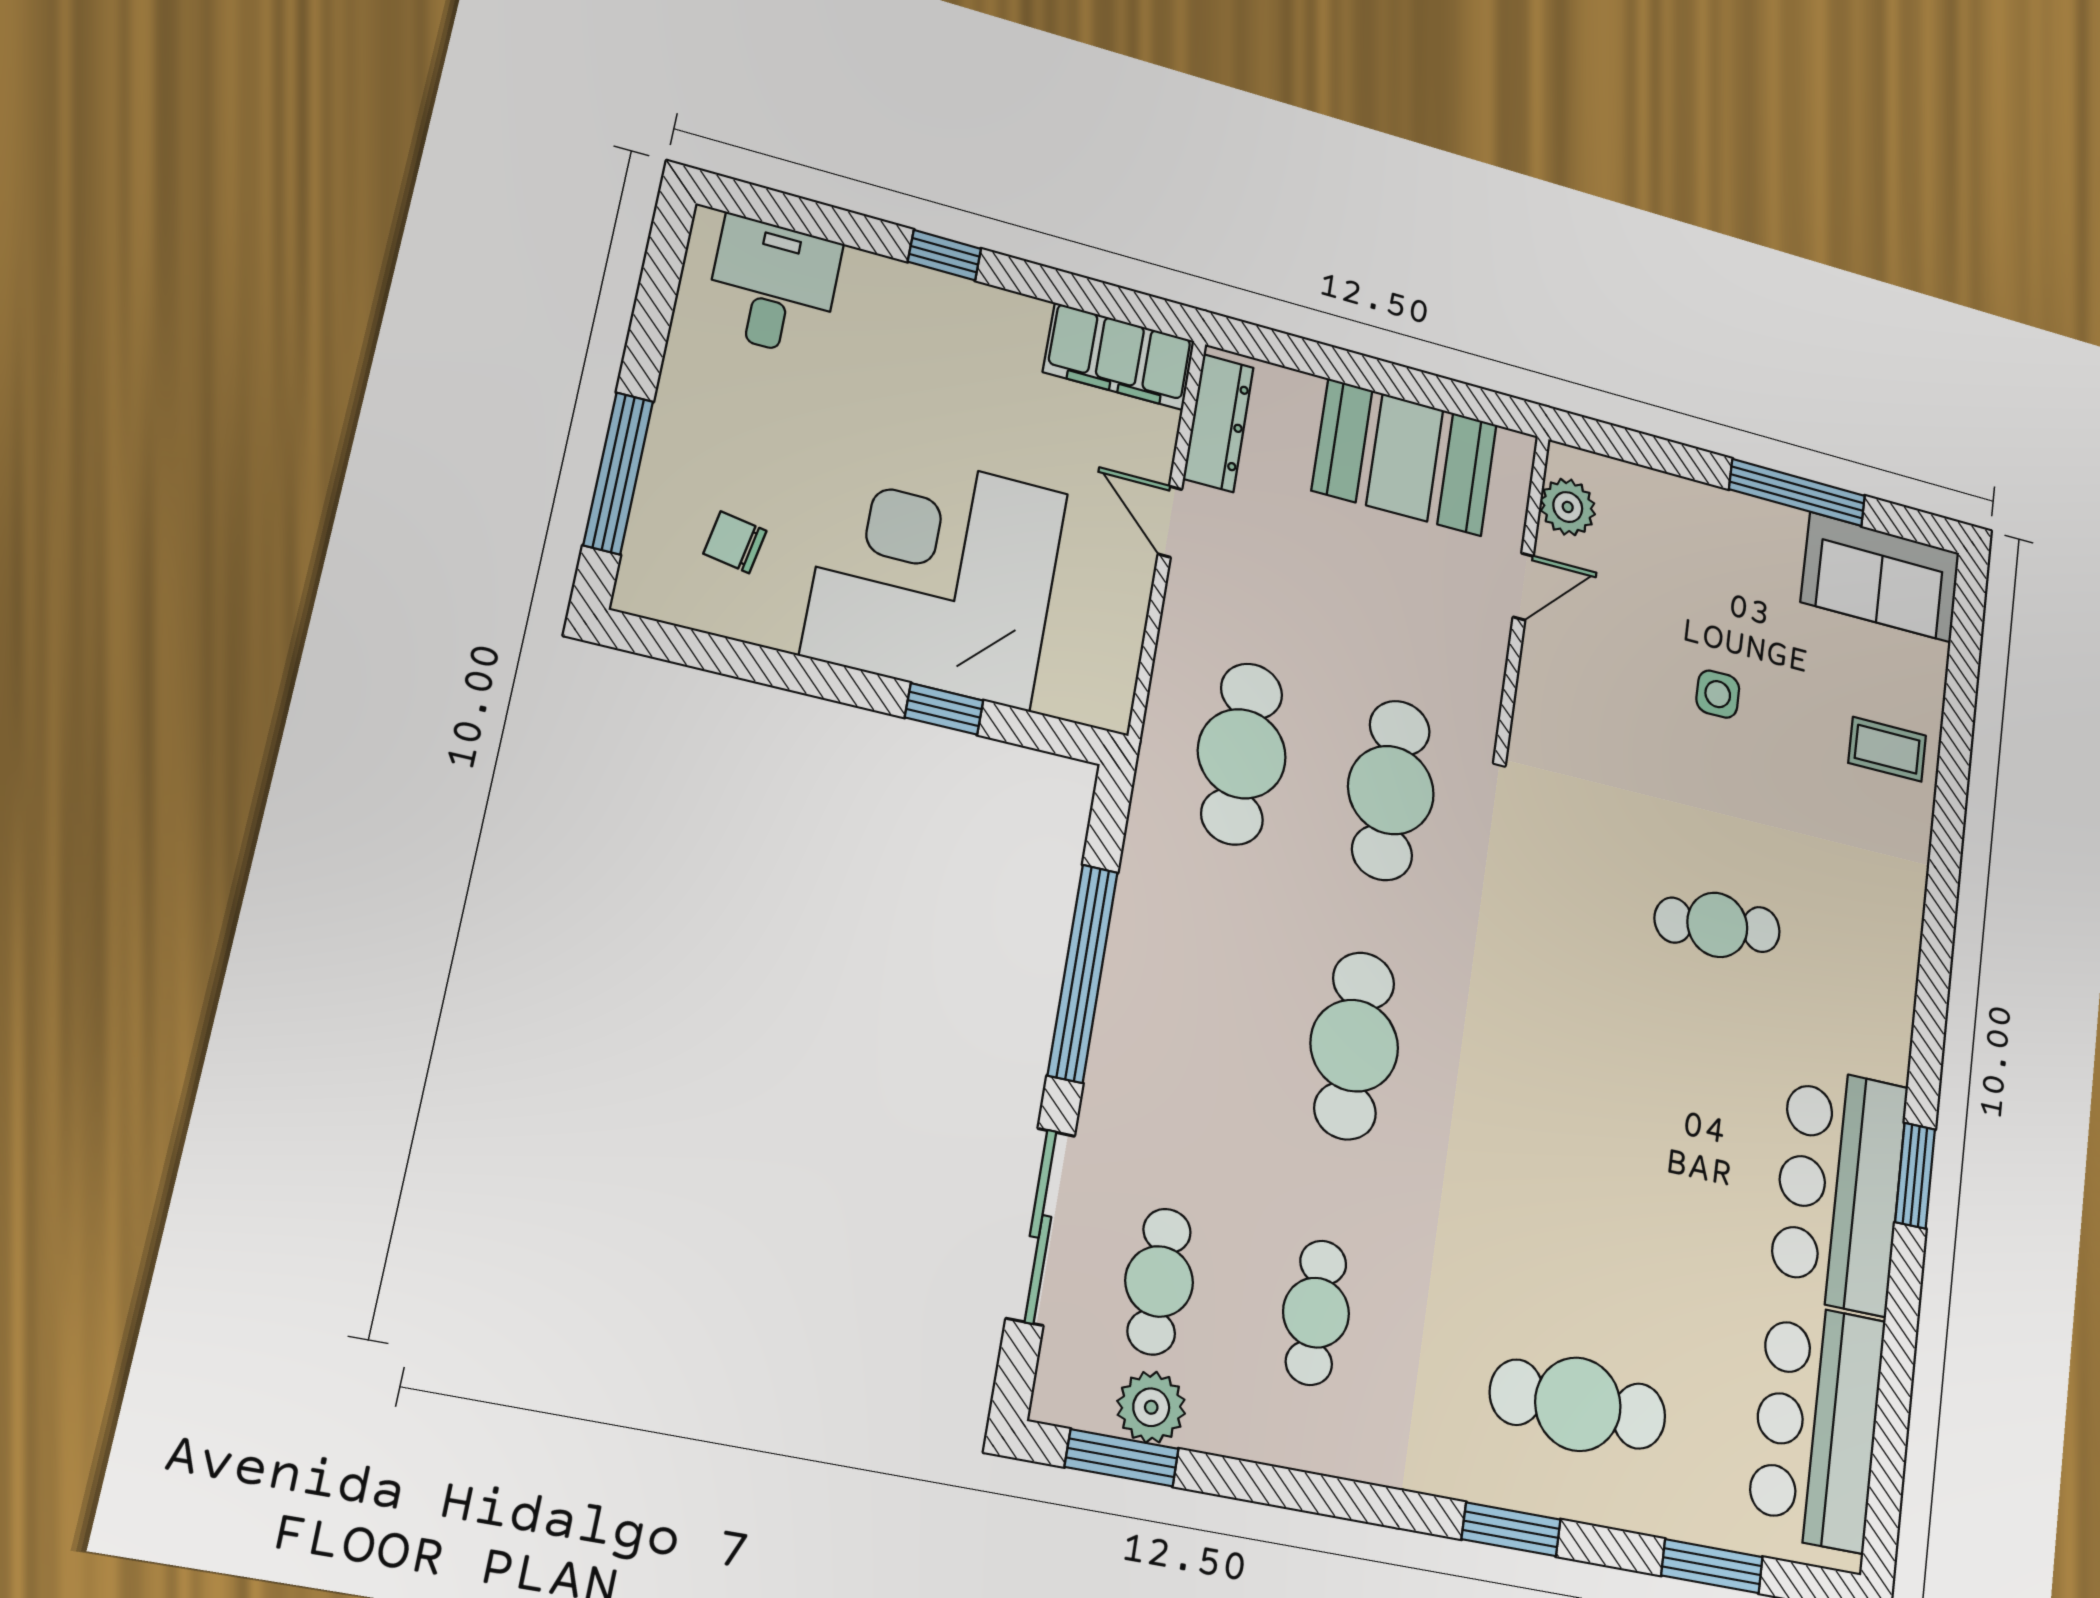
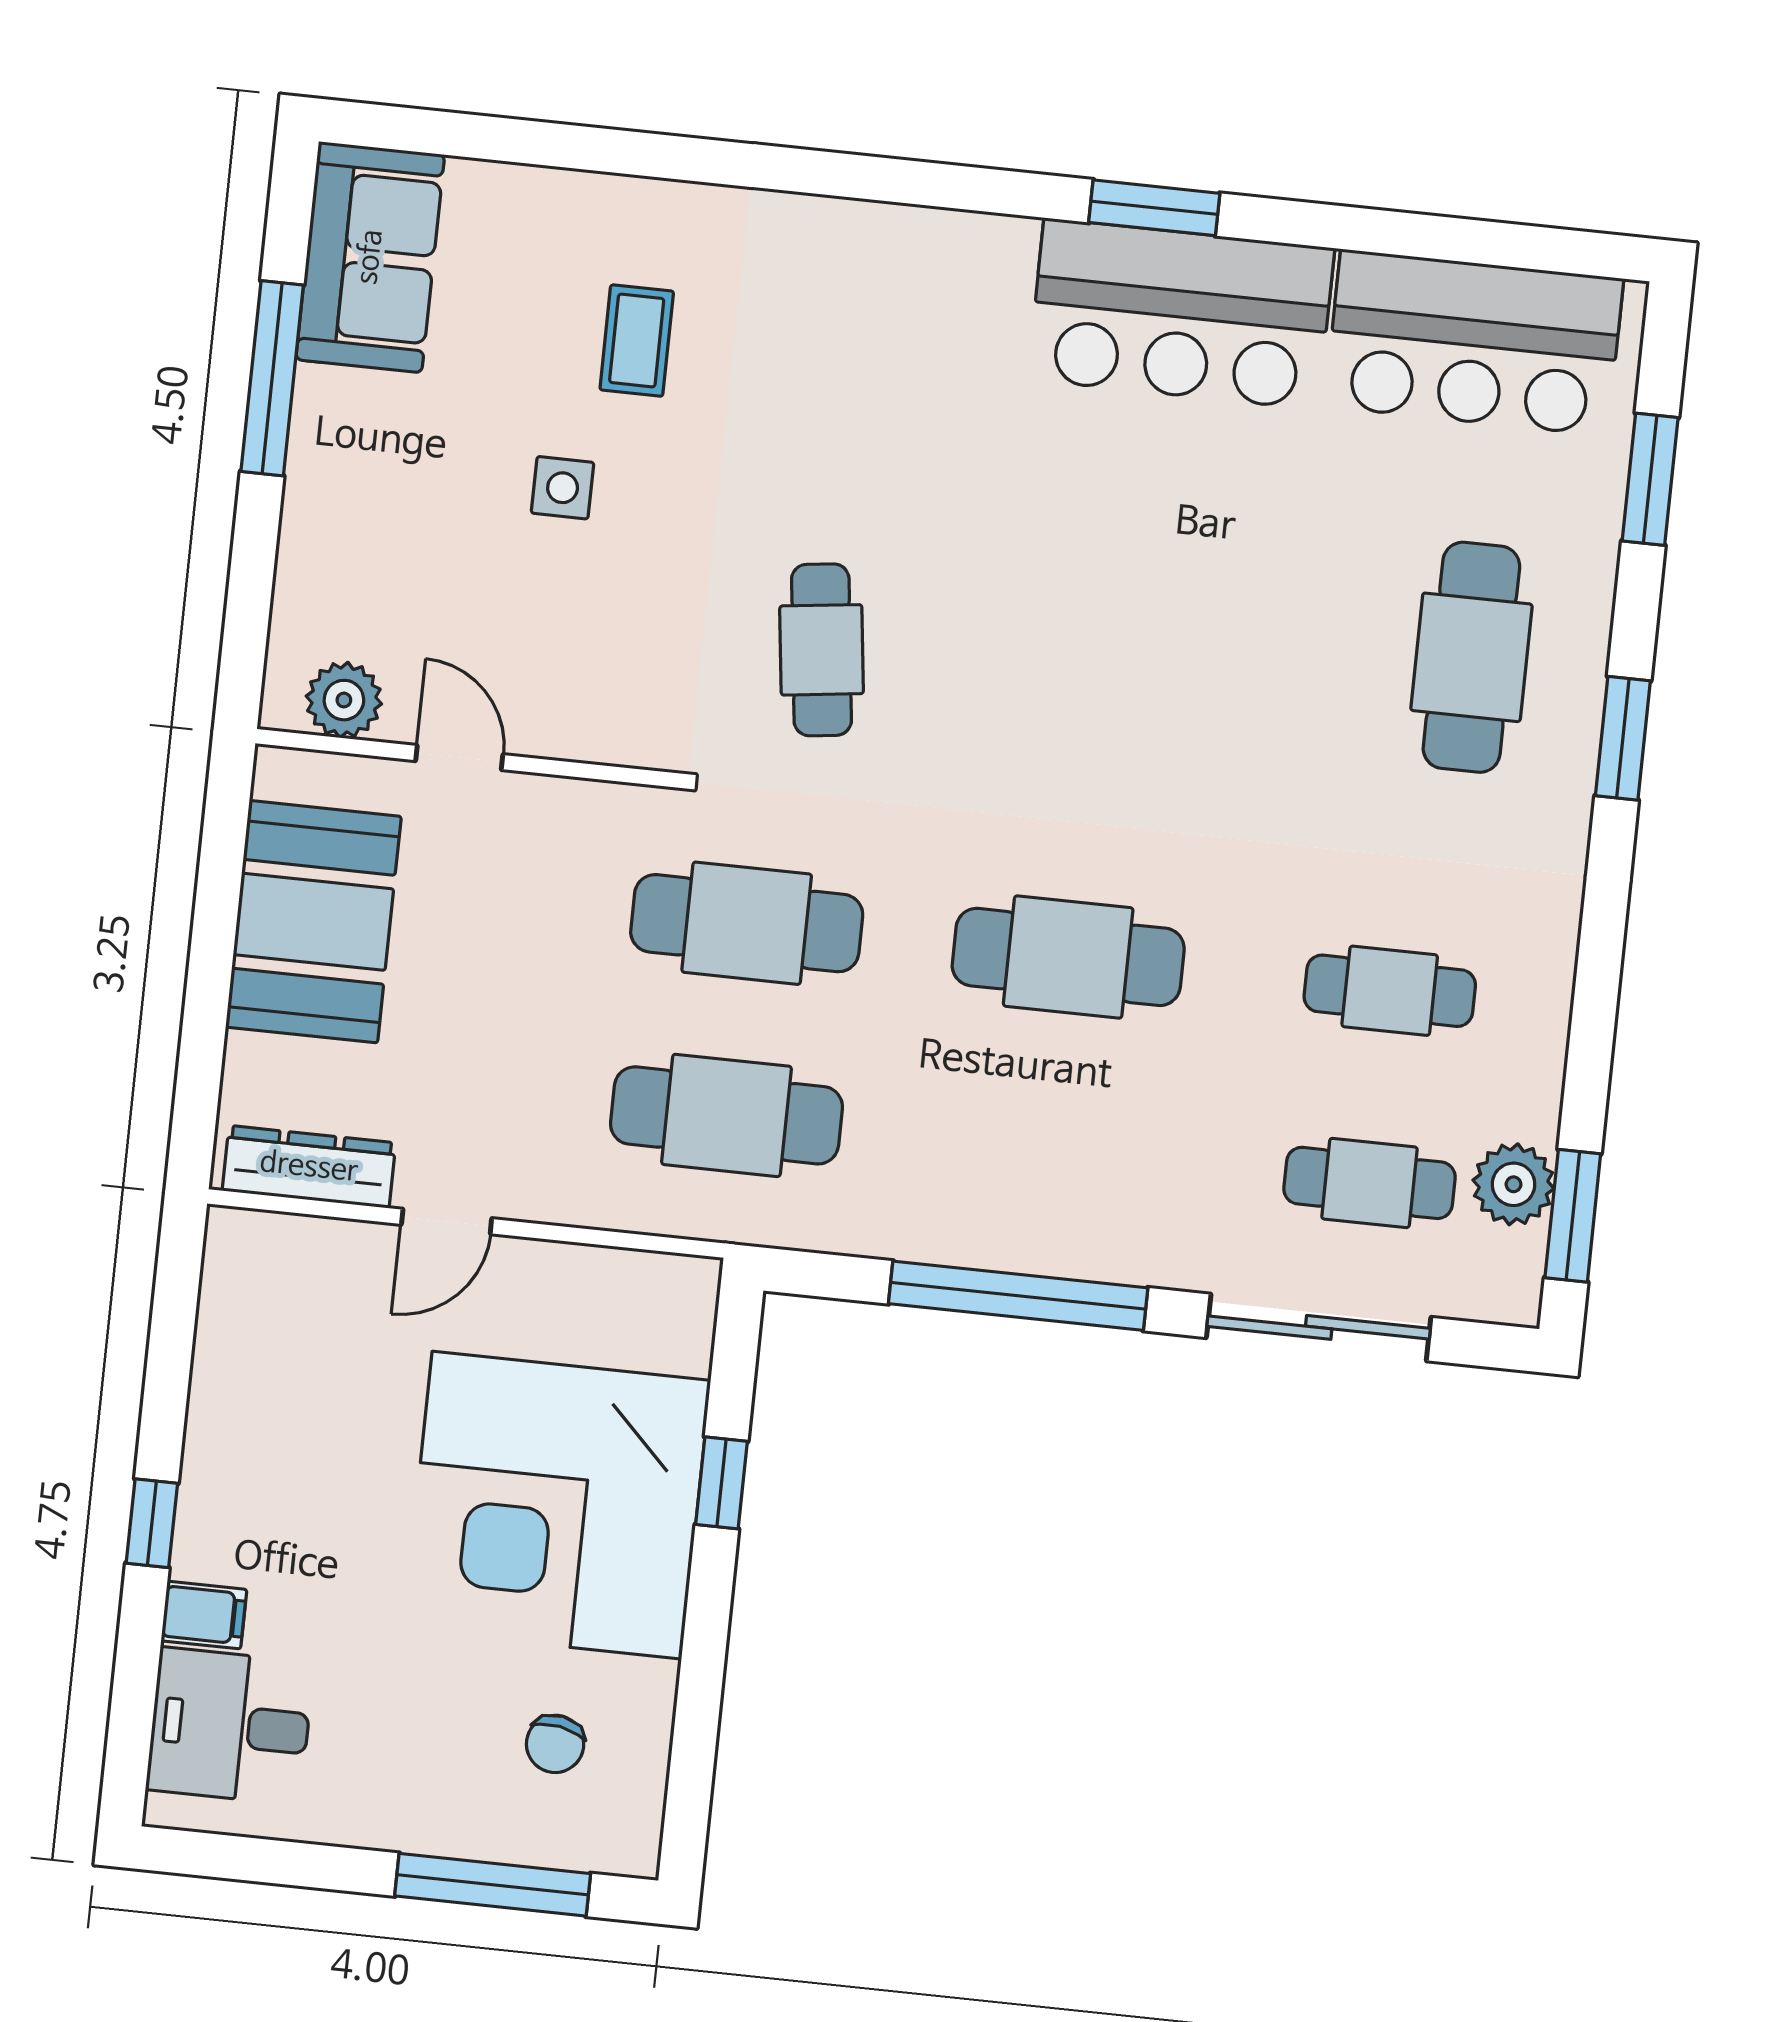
filing cabinet: (1119, 356) -> (204, 1615), moved, width x0.33, depth x0.86
coffee table: (1887, 749) -> (637, 341), moved
cafe table: (1717, 925) -> (822, 650), moved

